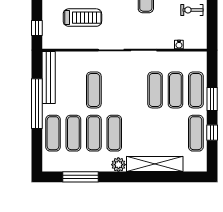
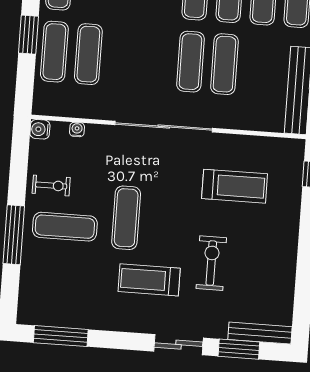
treadmill: (82, 18) -> (235, 186), turned 180
water cooler: (201, 43) -> (40, 129), added
exercise mat: (155, 90) -> (190, 62), moved

